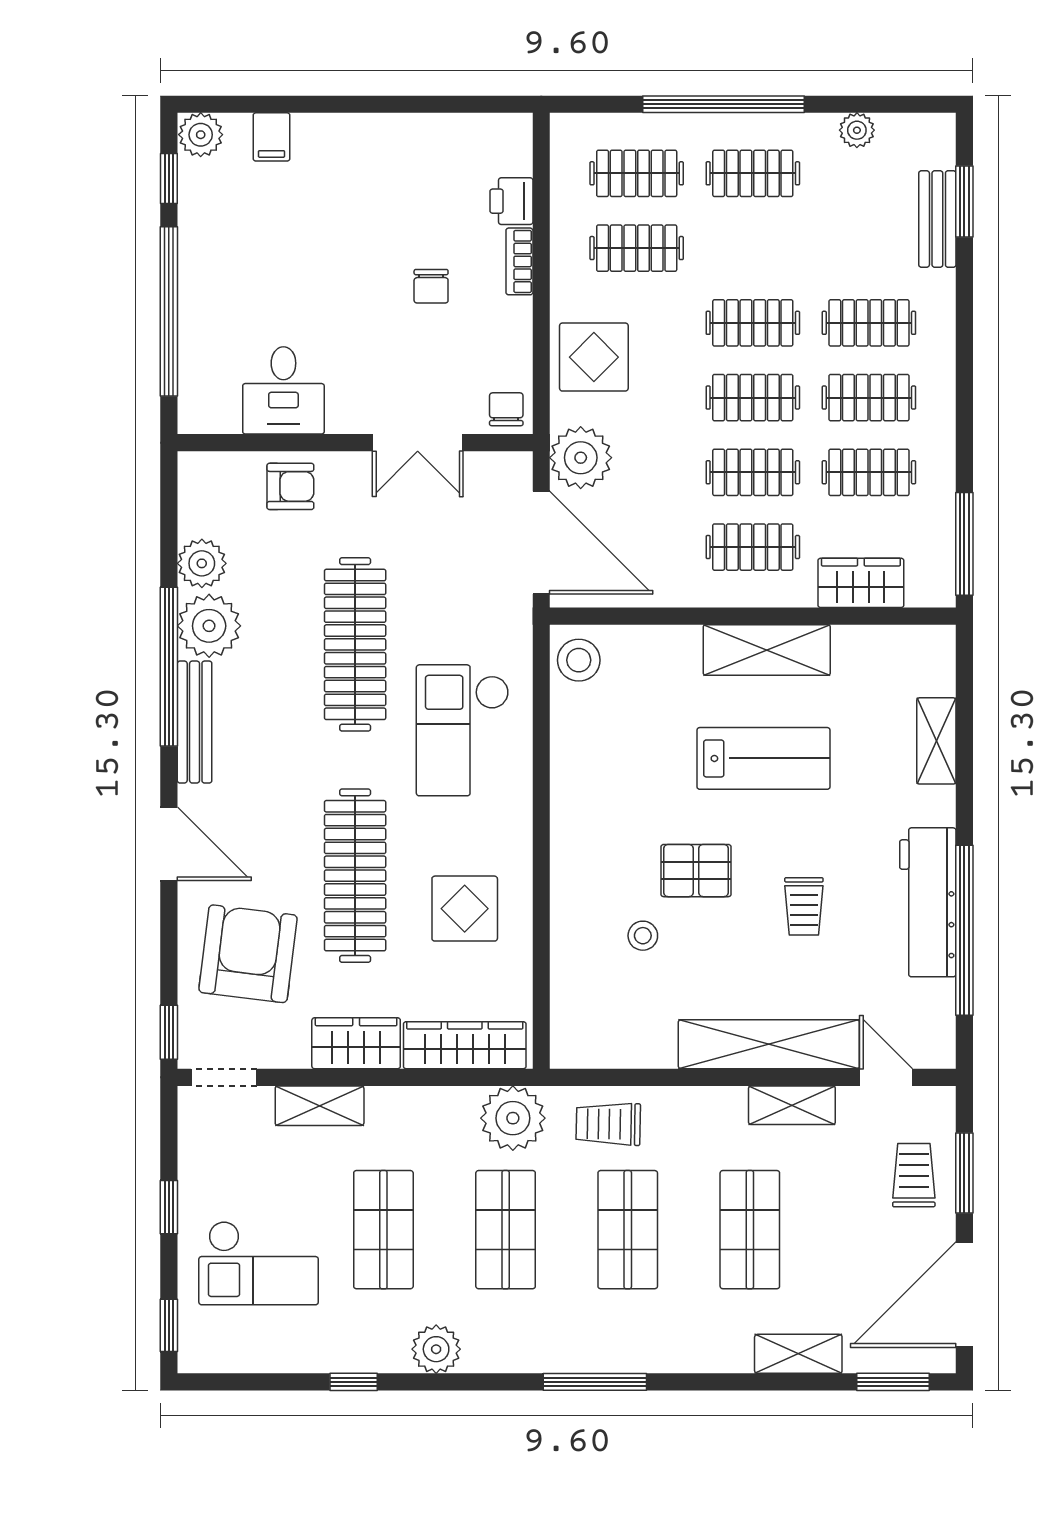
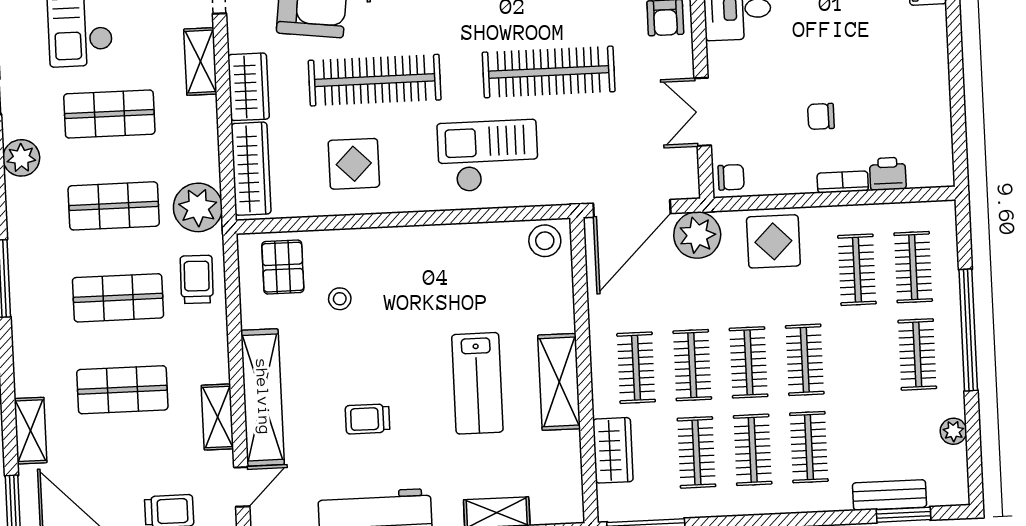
pallet: (696, 871) -> (283, 267), moved

